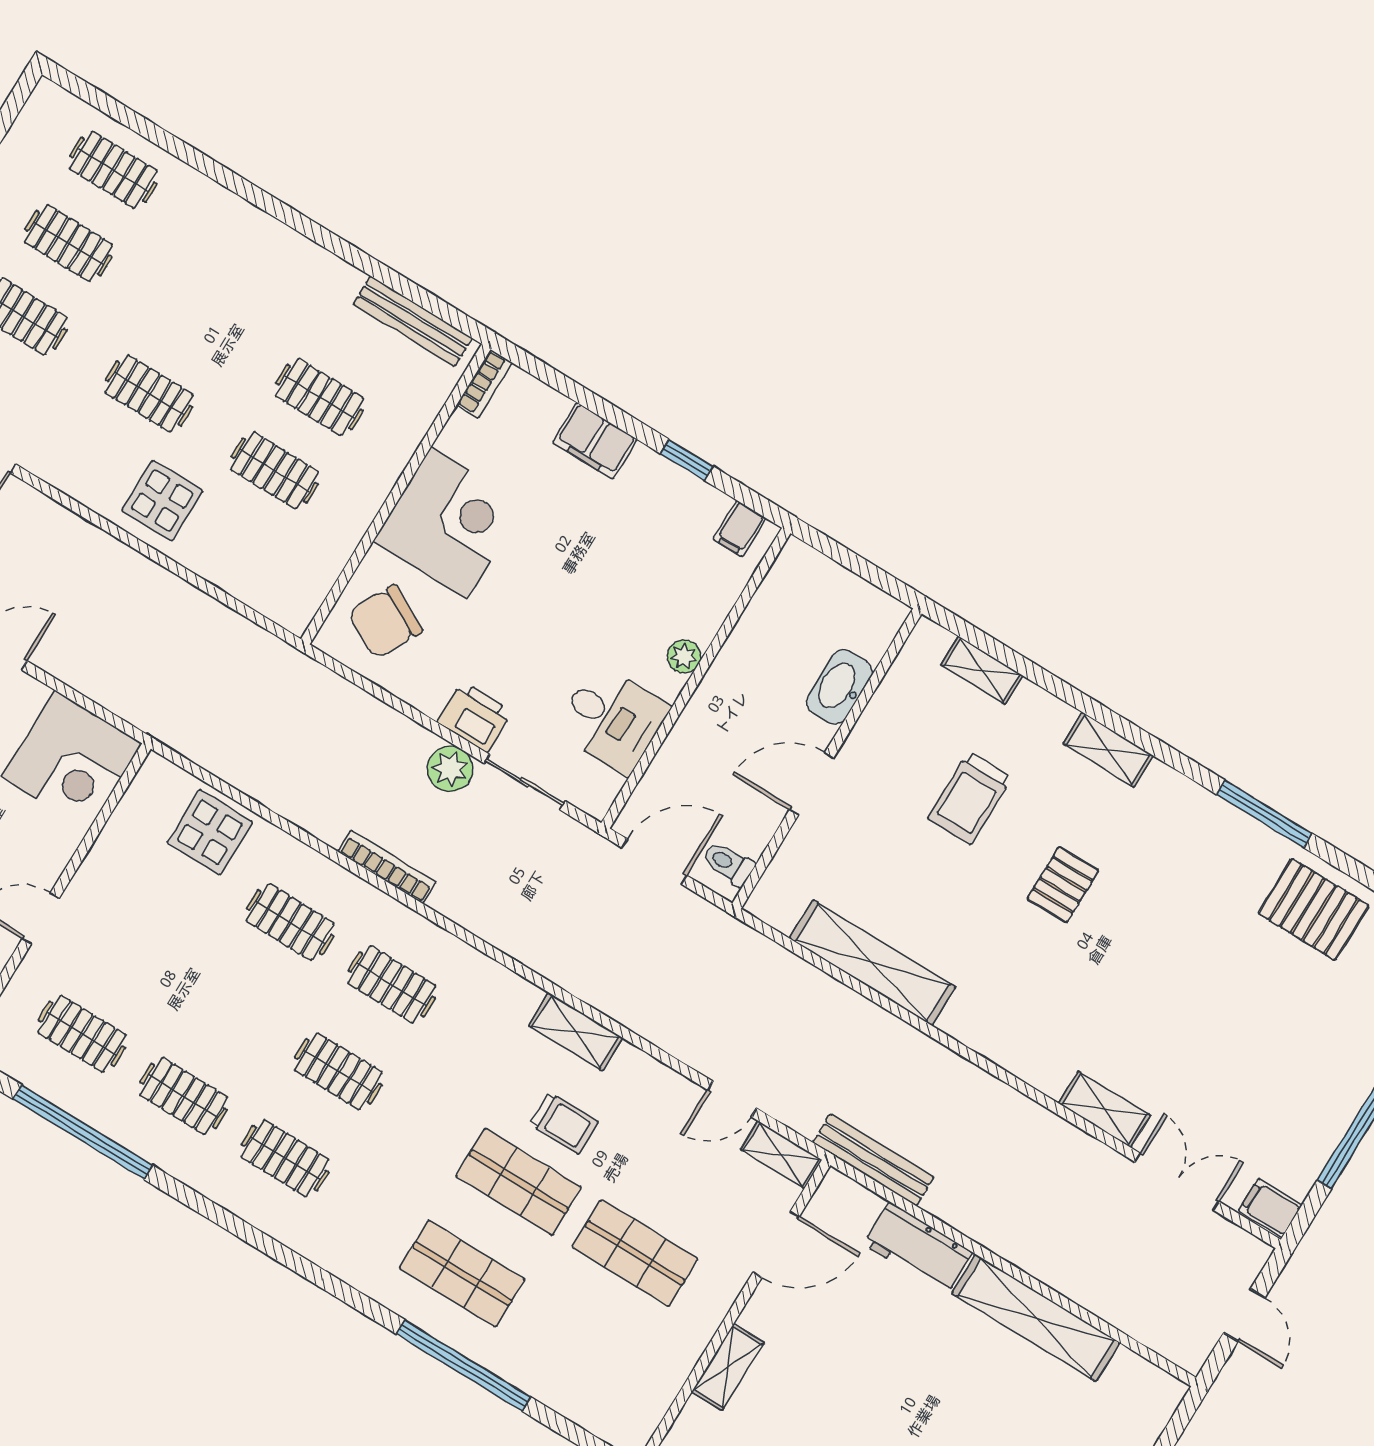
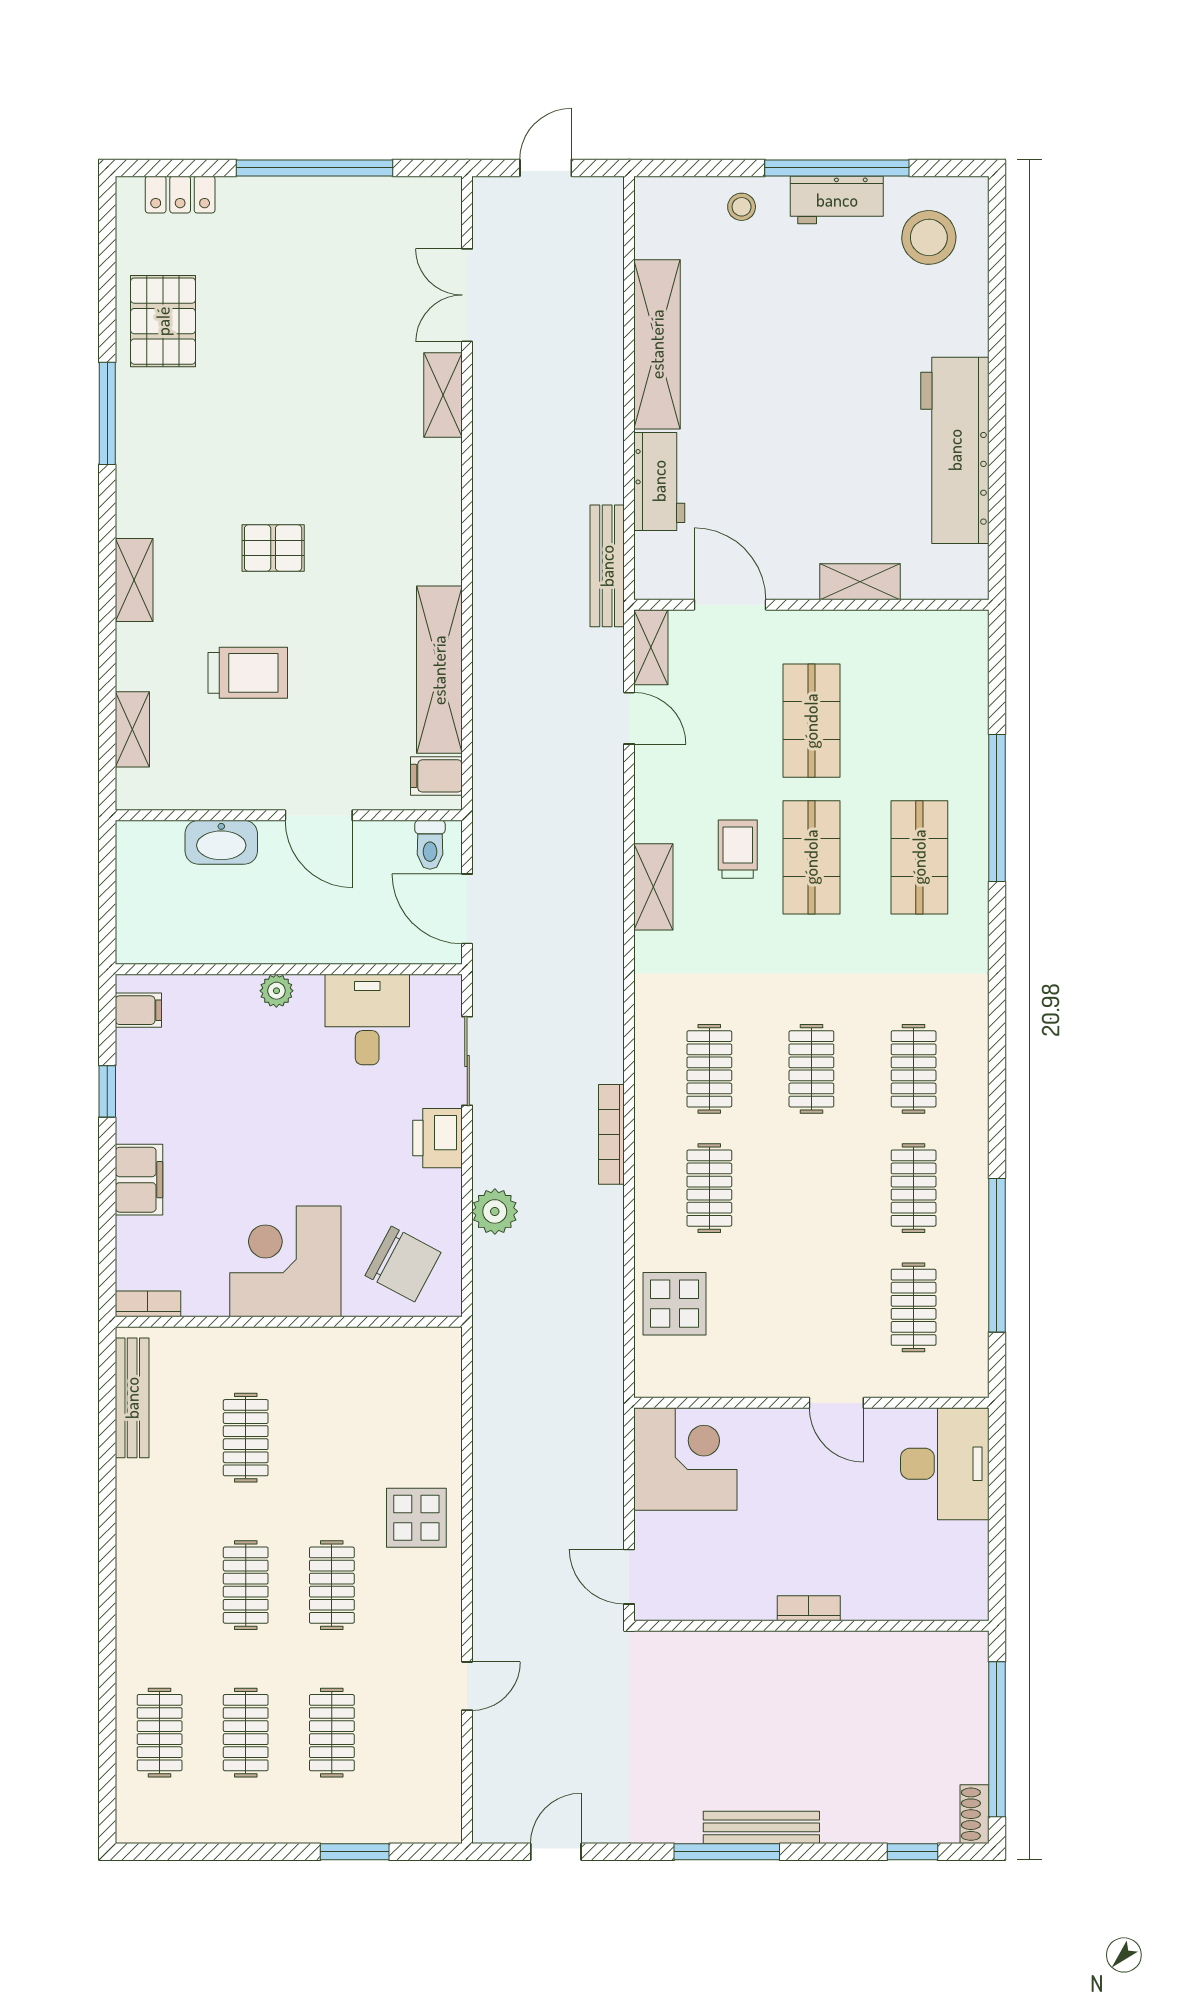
clothes rail: (275, 470) -> (246, 1585), moved
plant: (450, 769) -> (495, 1211), moved
filing cabinet: (1270, 1208) -> (436, 776), moved, turned 90

